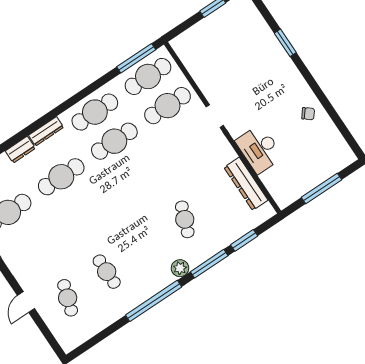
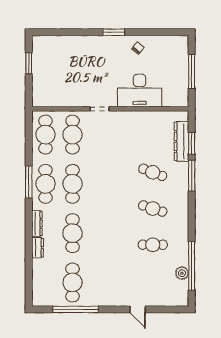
window: (285, 43) -> (114, 32), moved
window: (136, 58) -> (29, 182), moved
desk: (259, 149) -> (140, 91), width x1.36, depth x1.30
dresser: (246, 184) -> (181, 141), moved, turned 90
plant: (180, 268) -> (182, 273), moved
cafe table: (68, 298) -> (153, 209), moved
window: (154, 301) -> (192, 266), moved

